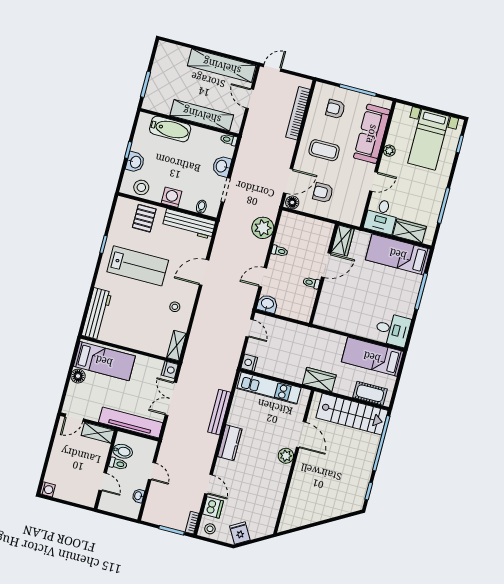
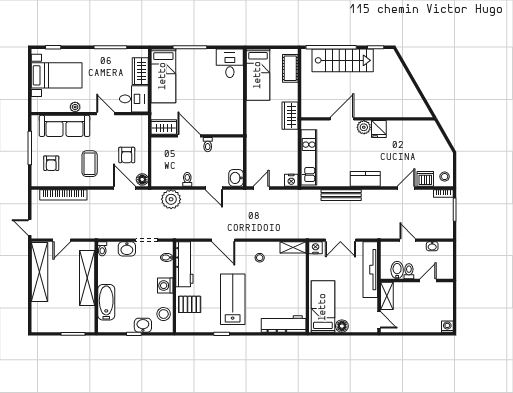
stairs: (352, 414) -> (343, 60), moved, turned 90
door: (152, 471) -> (408, 240), hinge flipped
fridge: (240, 533) -> (379, 129), moved, turned -60

